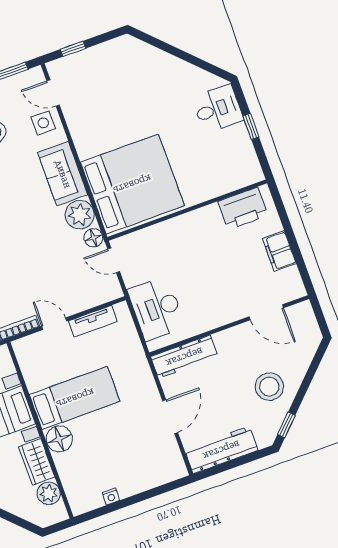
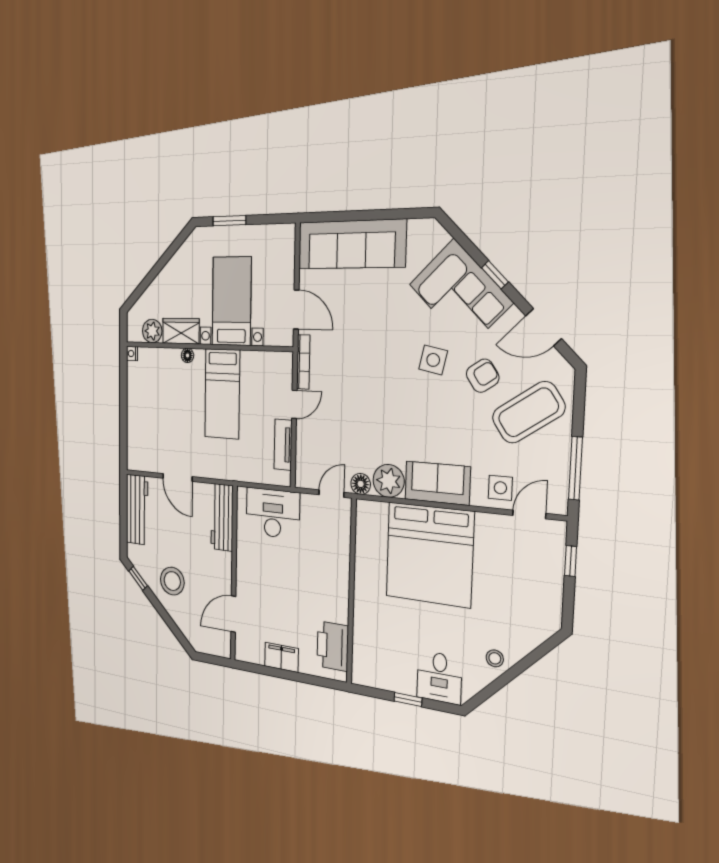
stool: (178, 72) -> (495, 658), added
bed: (132, 184) -> (429, 555), moved
floor lamp: (59, 439) -> (188, 355), width x0.53, depth x0.53
nightstand: (111, 497) -> (132, 354), moved

